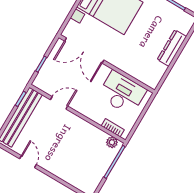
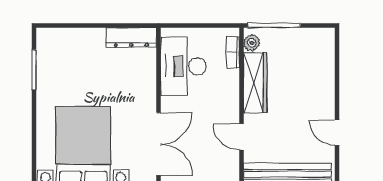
dresser: (172, 48) -> (131, 37), moved
wardrobe: (87, 130) -> (255, 83), added
door: (28, 162) -> (337, 133), hinge flipped

